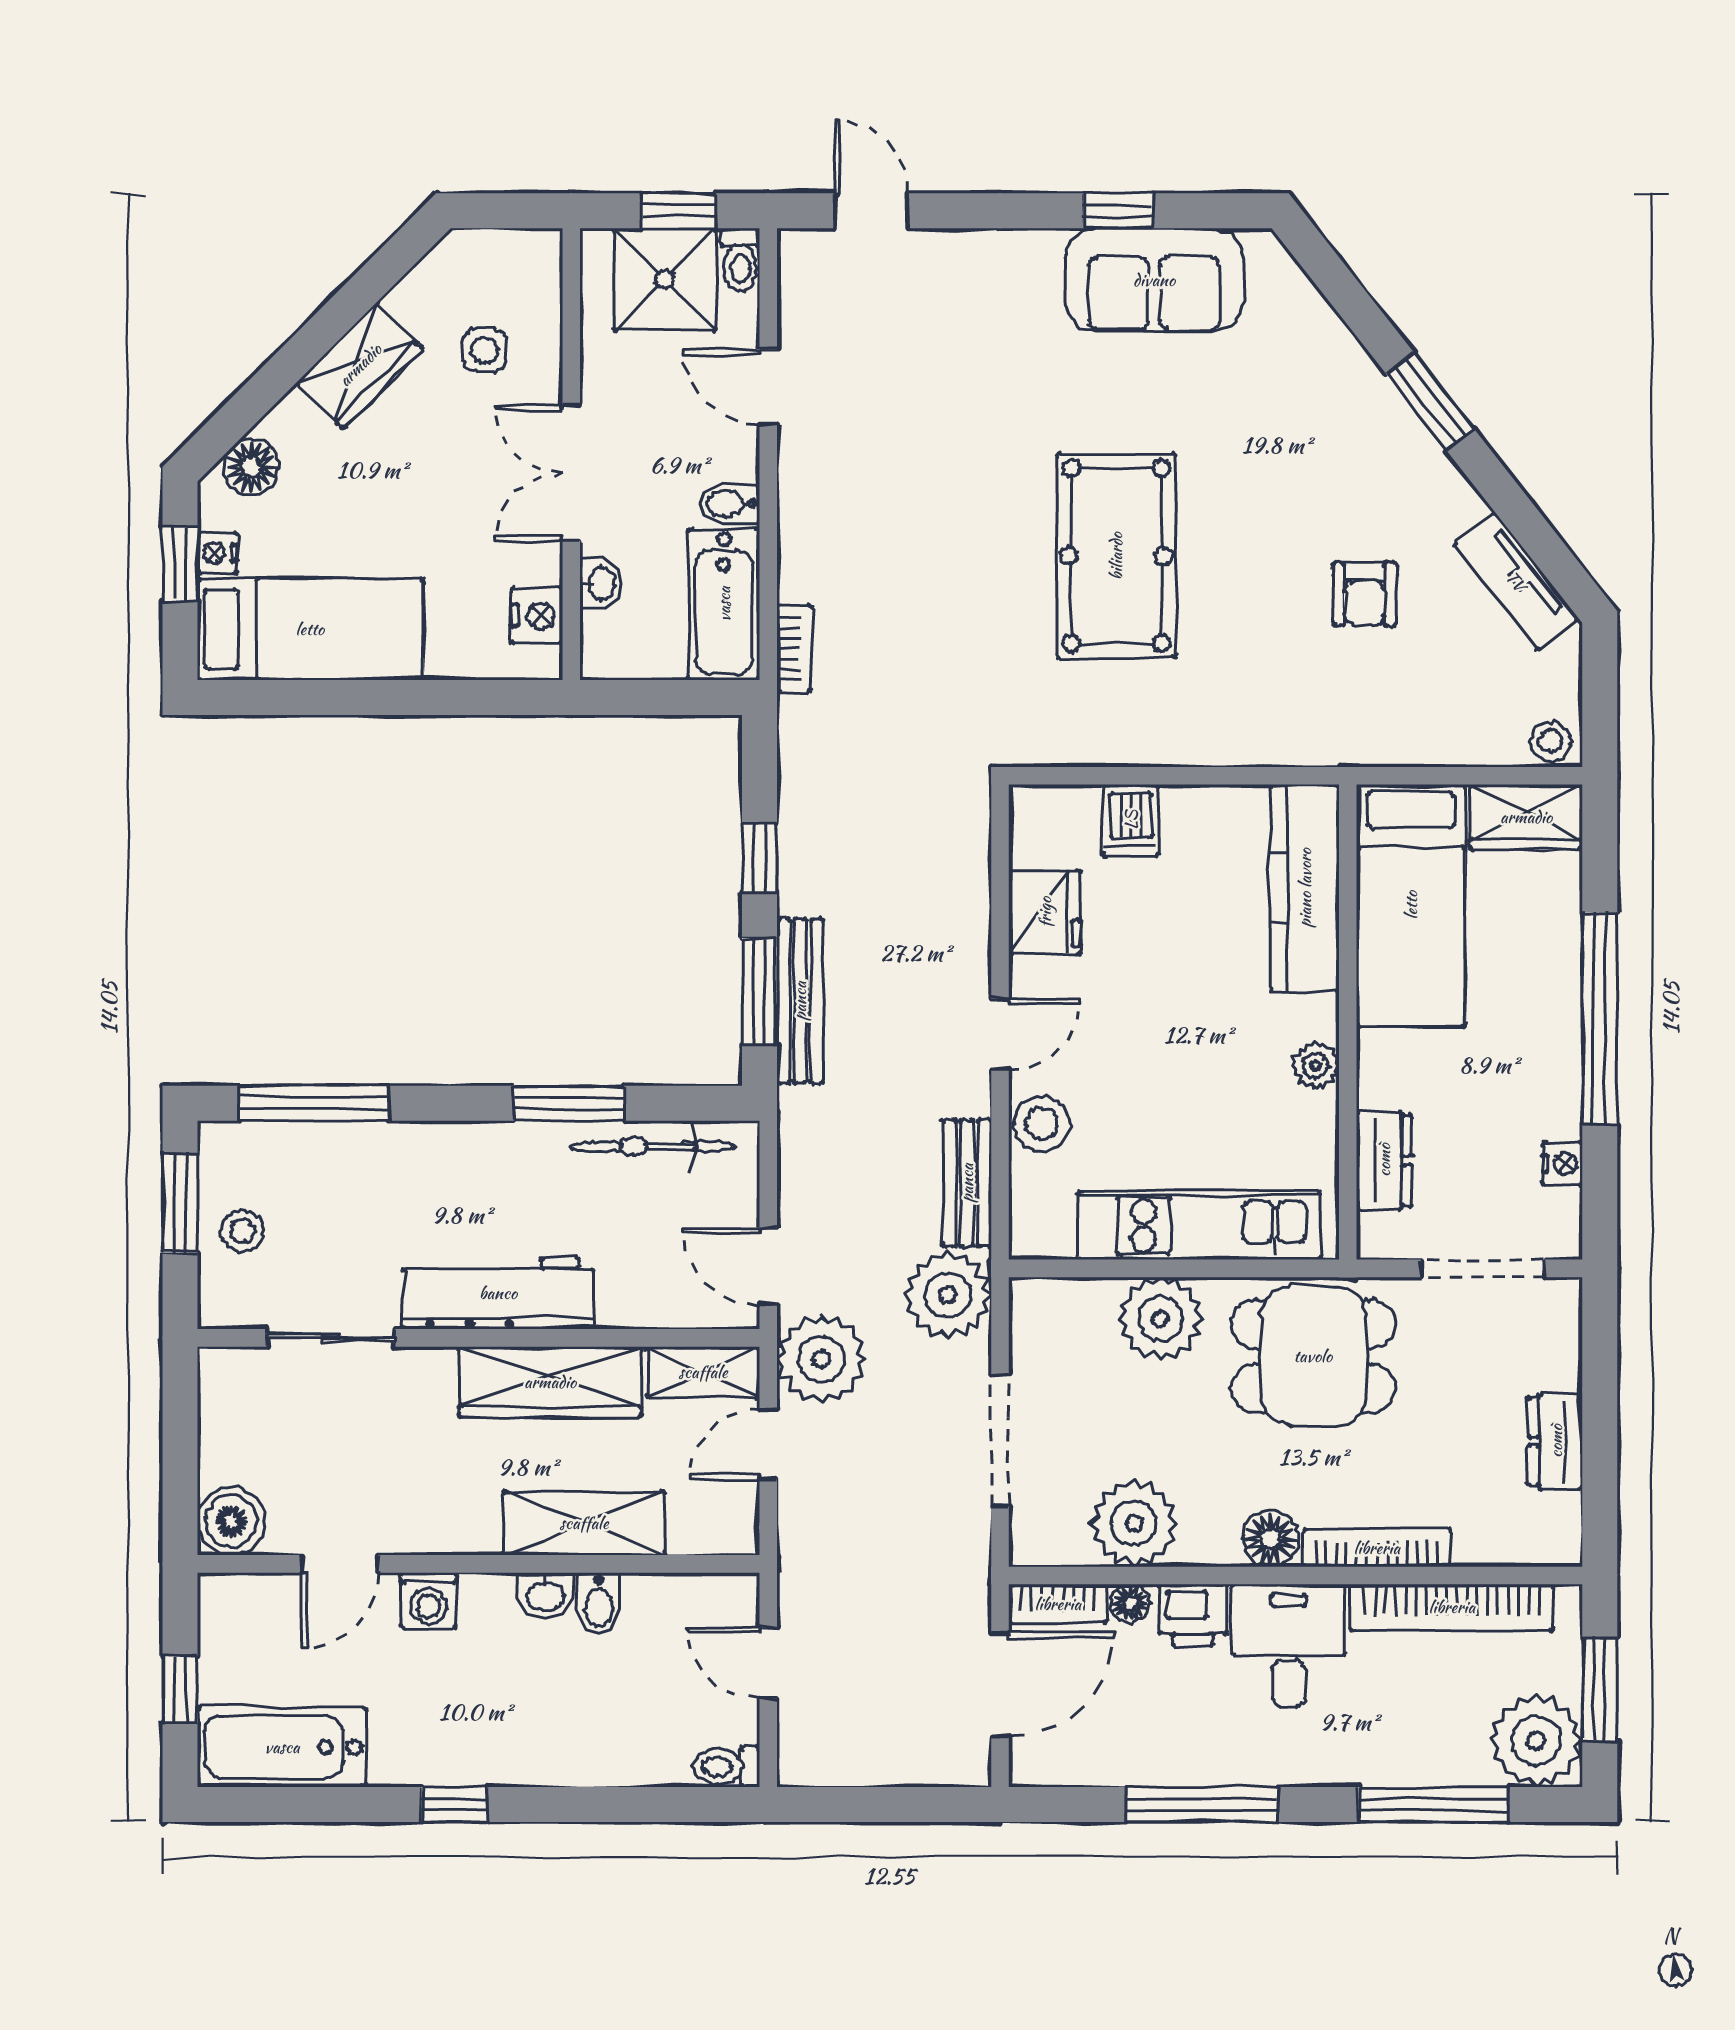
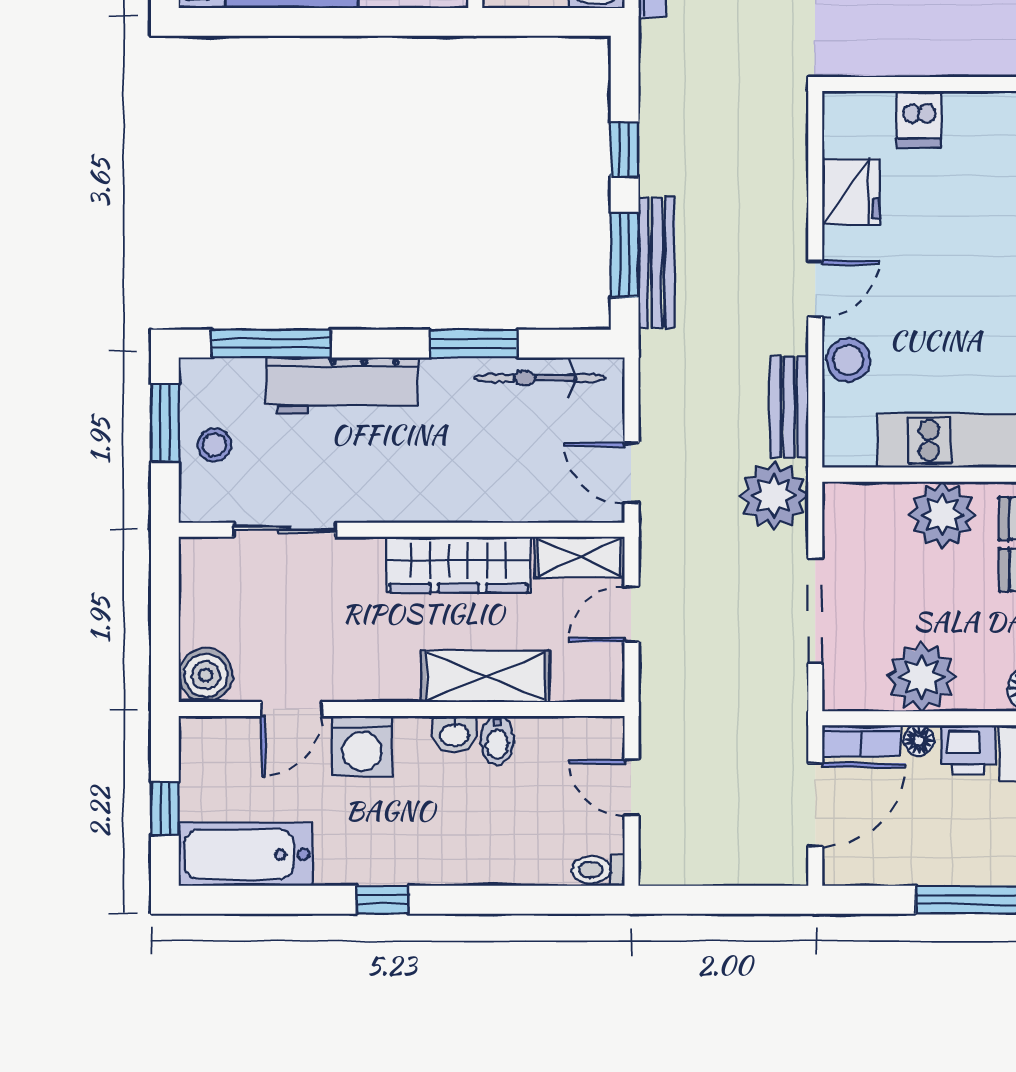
workbench: (498, 1293) -> (342, 386), moved, turned 180
plant: (821, 1359) -> (674, 547), removed
washing machine: (428, 1600) -> (362, 746), width x1.38, depth x1.38

